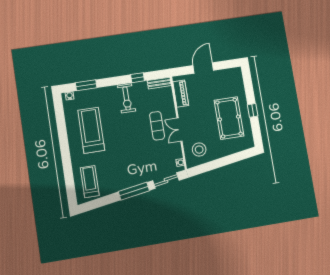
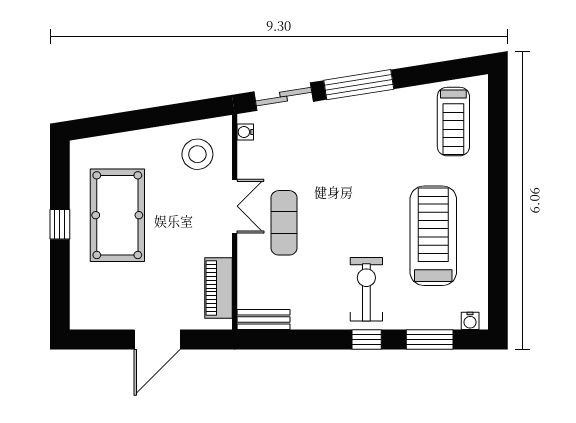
window: (137, 78) -> (367, 339), moved
exercise bike: (126, 98) -> (366, 289), moved
treadmill: (91, 130) -> (433, 236), turned 180

